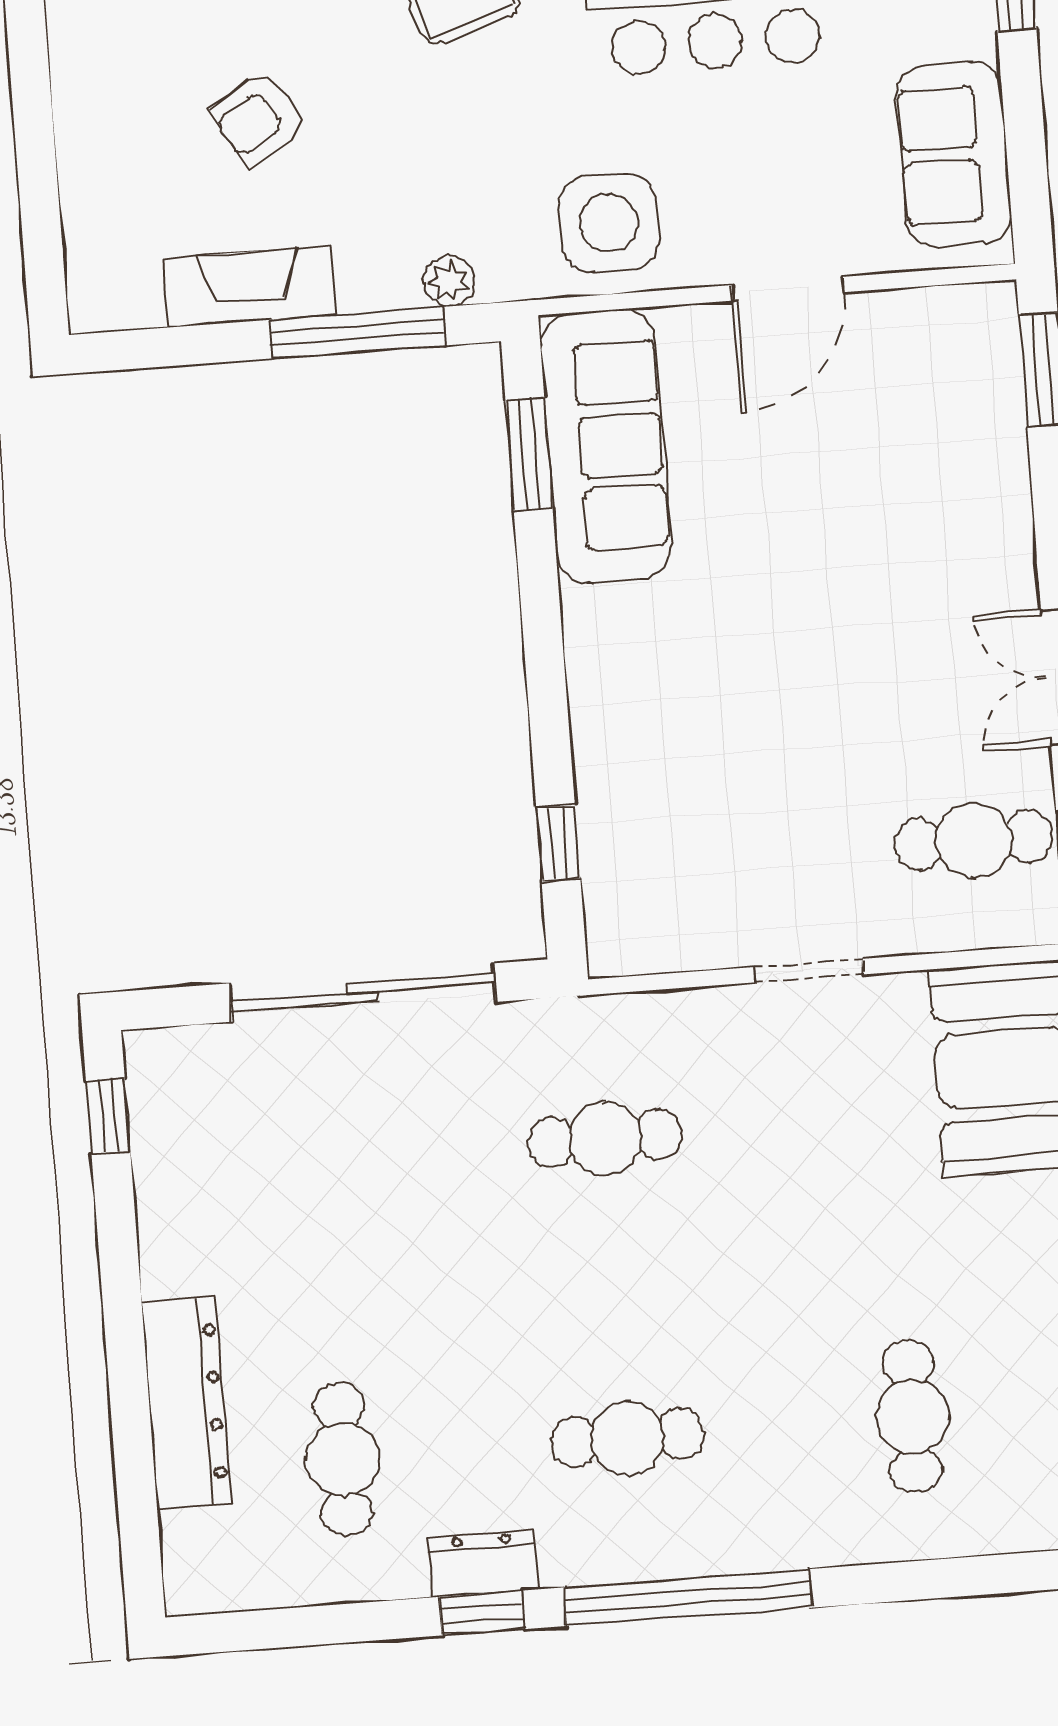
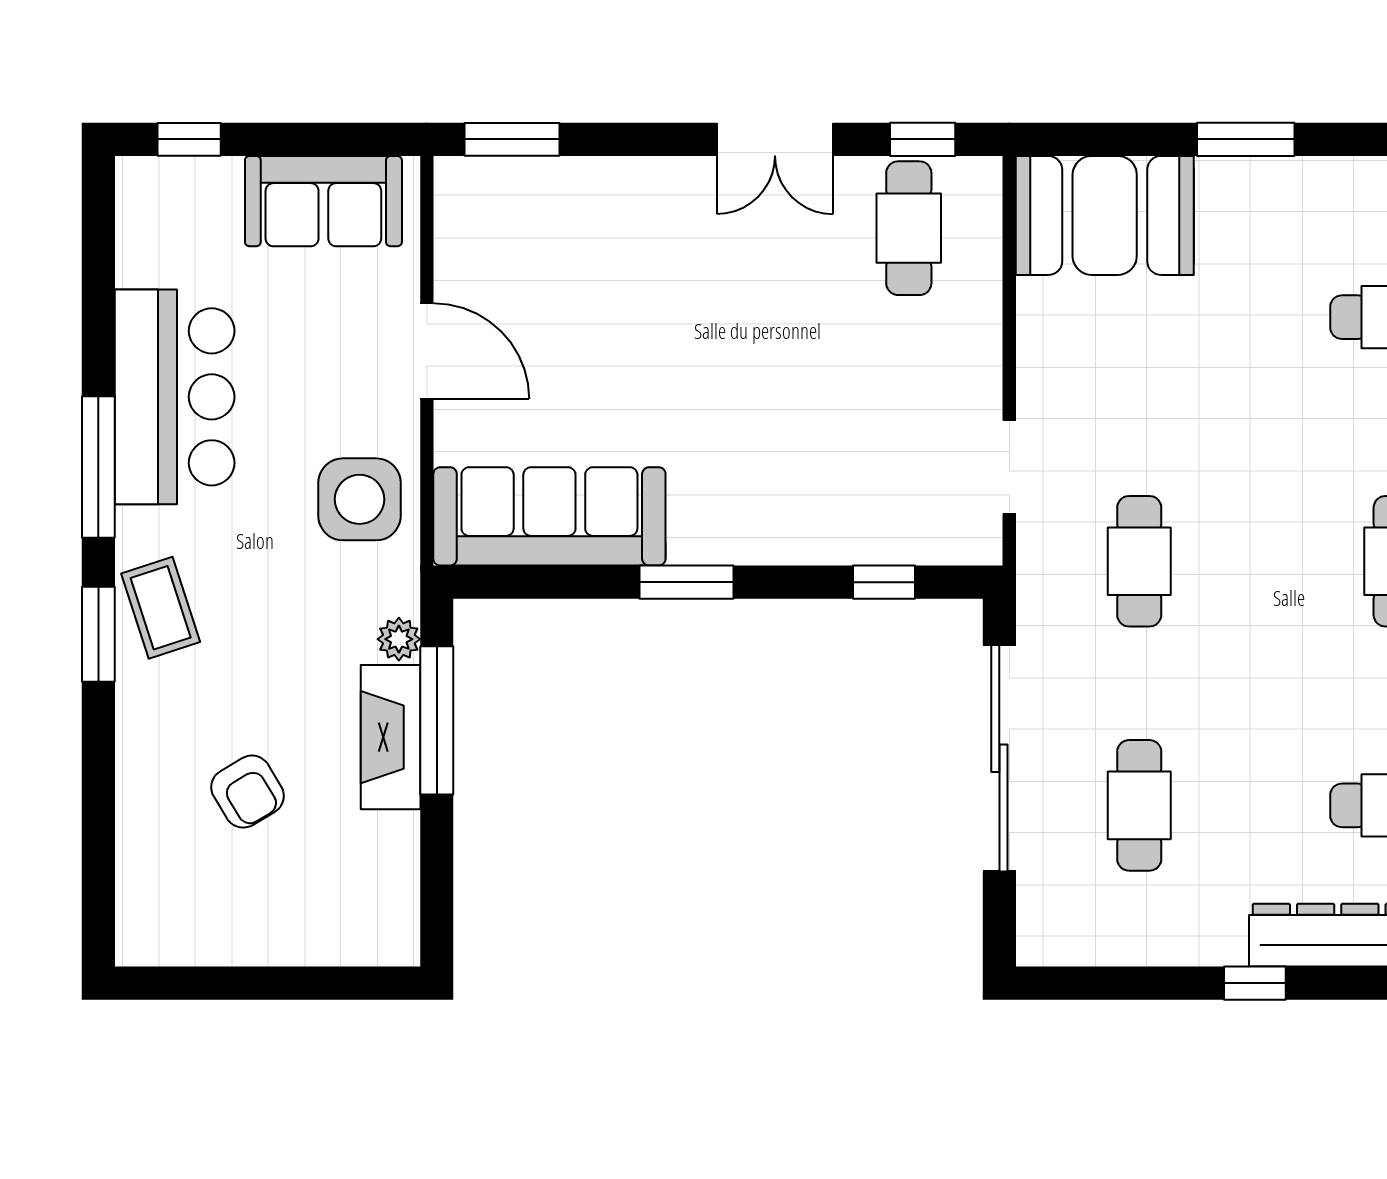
fireplace: (250, 287) -> (391, 737), moved
window: (529, 454) -> (686, 582), moved
doorway: (809, 971) -> (1009, 467), moved
window: (108, 1116) -> (1255, 983), moved
cafe table: (320, 1160) -> (1139, 805), added

